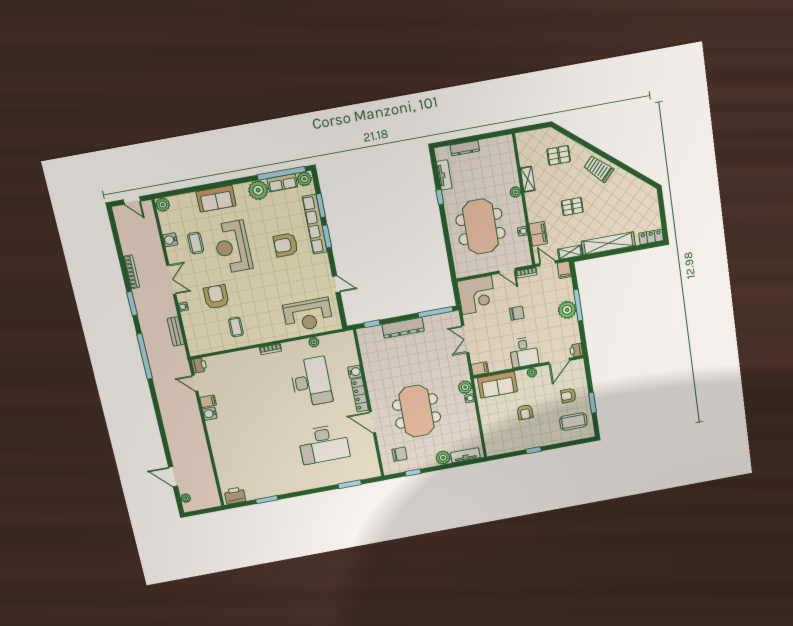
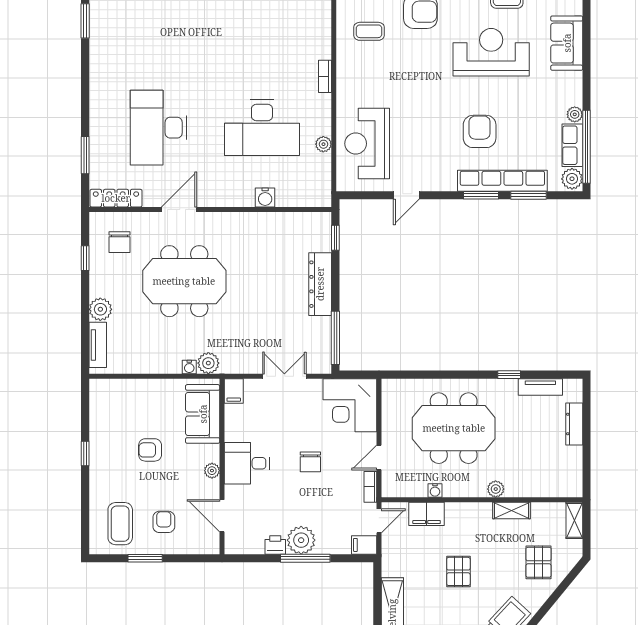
plant: (258, 190) -> (575, 114), width x0.53, depth x0.53
shelving: (570, 252) -> (574, 520), moved
printer: (576, 350) -> (275, 545), moved
locker: (360, 395) -> (116, 198), moved

